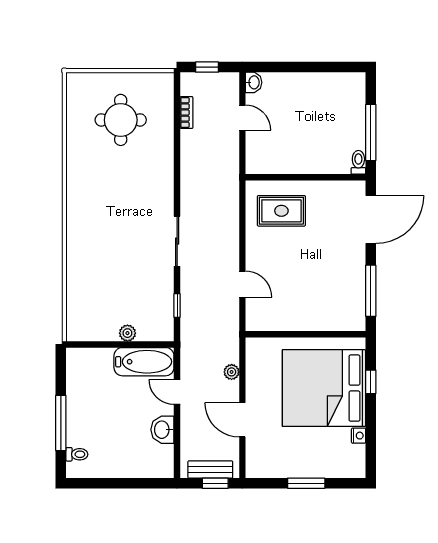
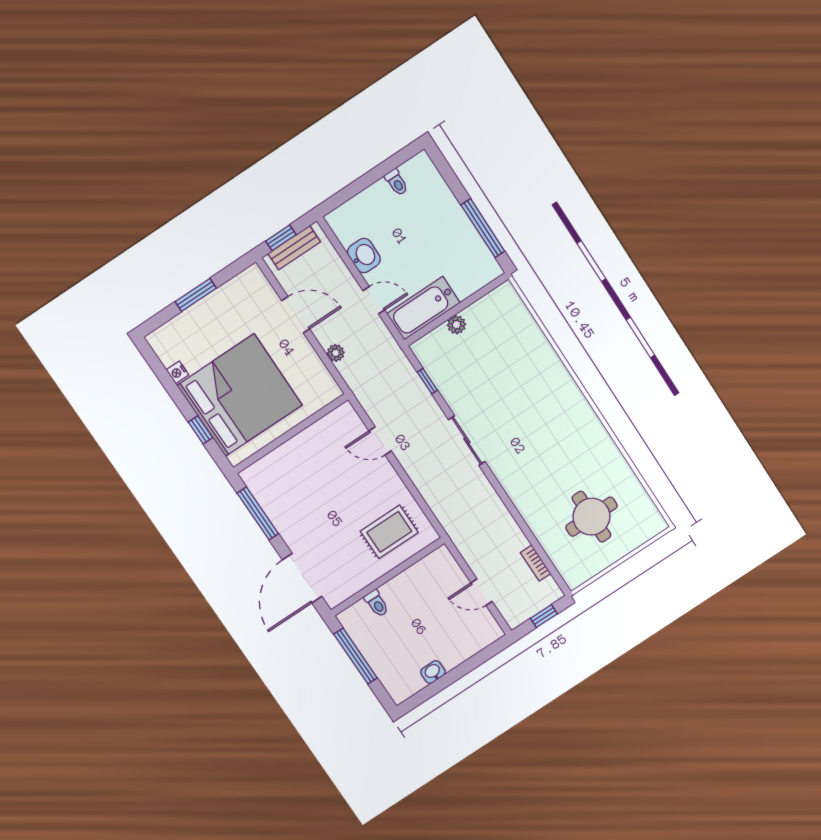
washbasin: (254, 82) -> (433, 672), moved, turned 90
toilet: (358, 162) -> (377, 603), moved
window: (61, 423) -> (483, 228), moved
toilet: (77, 454) -> (396, 182), moved, turned -90

